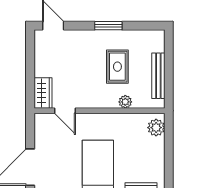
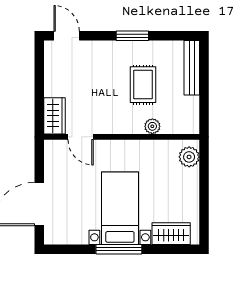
bench: (158, 76) -> (192, 68), moved

